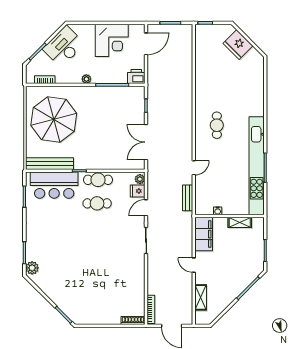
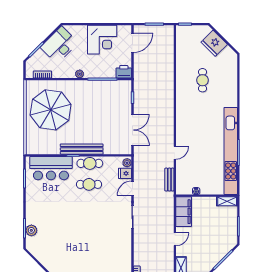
cafe table: (217, 125) -> (203, 80), moved
double door: (146, 142) -> (132, 130), swing flipped
bench: (50, 164) -> (82, 149), moved
shelving: (240, 222) -> (227, 201), moved
door: (194, 265) -> (175, 239), swing flipped
plant: (32, 268) -> (31, 230), moved

